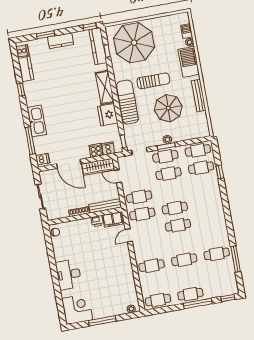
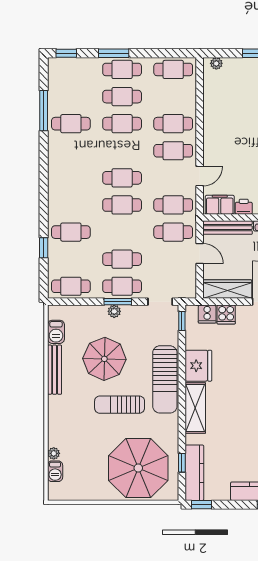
barbecue: (189, 62) -> (56, 332), moved, width x0.53, depth x0.65
cafe table: (201, 168) -> (71, 232), moved
door: (118, 176) -> (200, 254), moved
cafe table: (149, 248) -> (173, 151), added
cafe table: (187, 277) -> (122, 97), added
window: (198, 304) -> (114, 53), width x0.69

